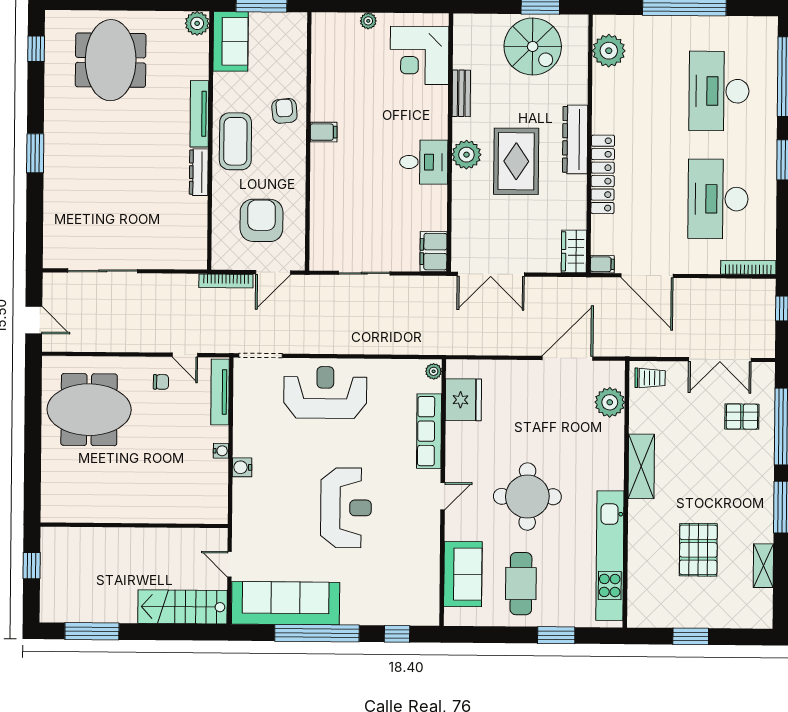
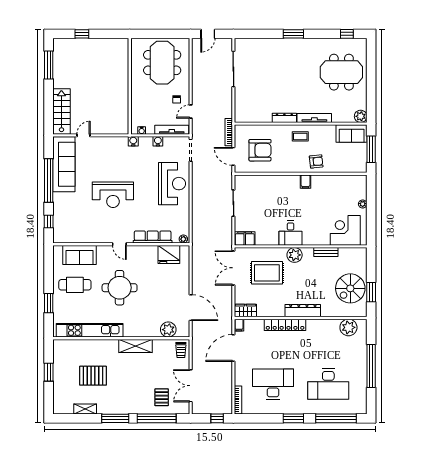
desk: (719, 91) -> (328, 384), turned 180
coffee table: (235, 141) -> (300, 136), width x0.54, depth x0.58
rug: (516, 161) -> (267, 273), moved
water cooler: (242, 419) -> (158, 141), added
wall: (134, 525) -> (130, 86), moved

